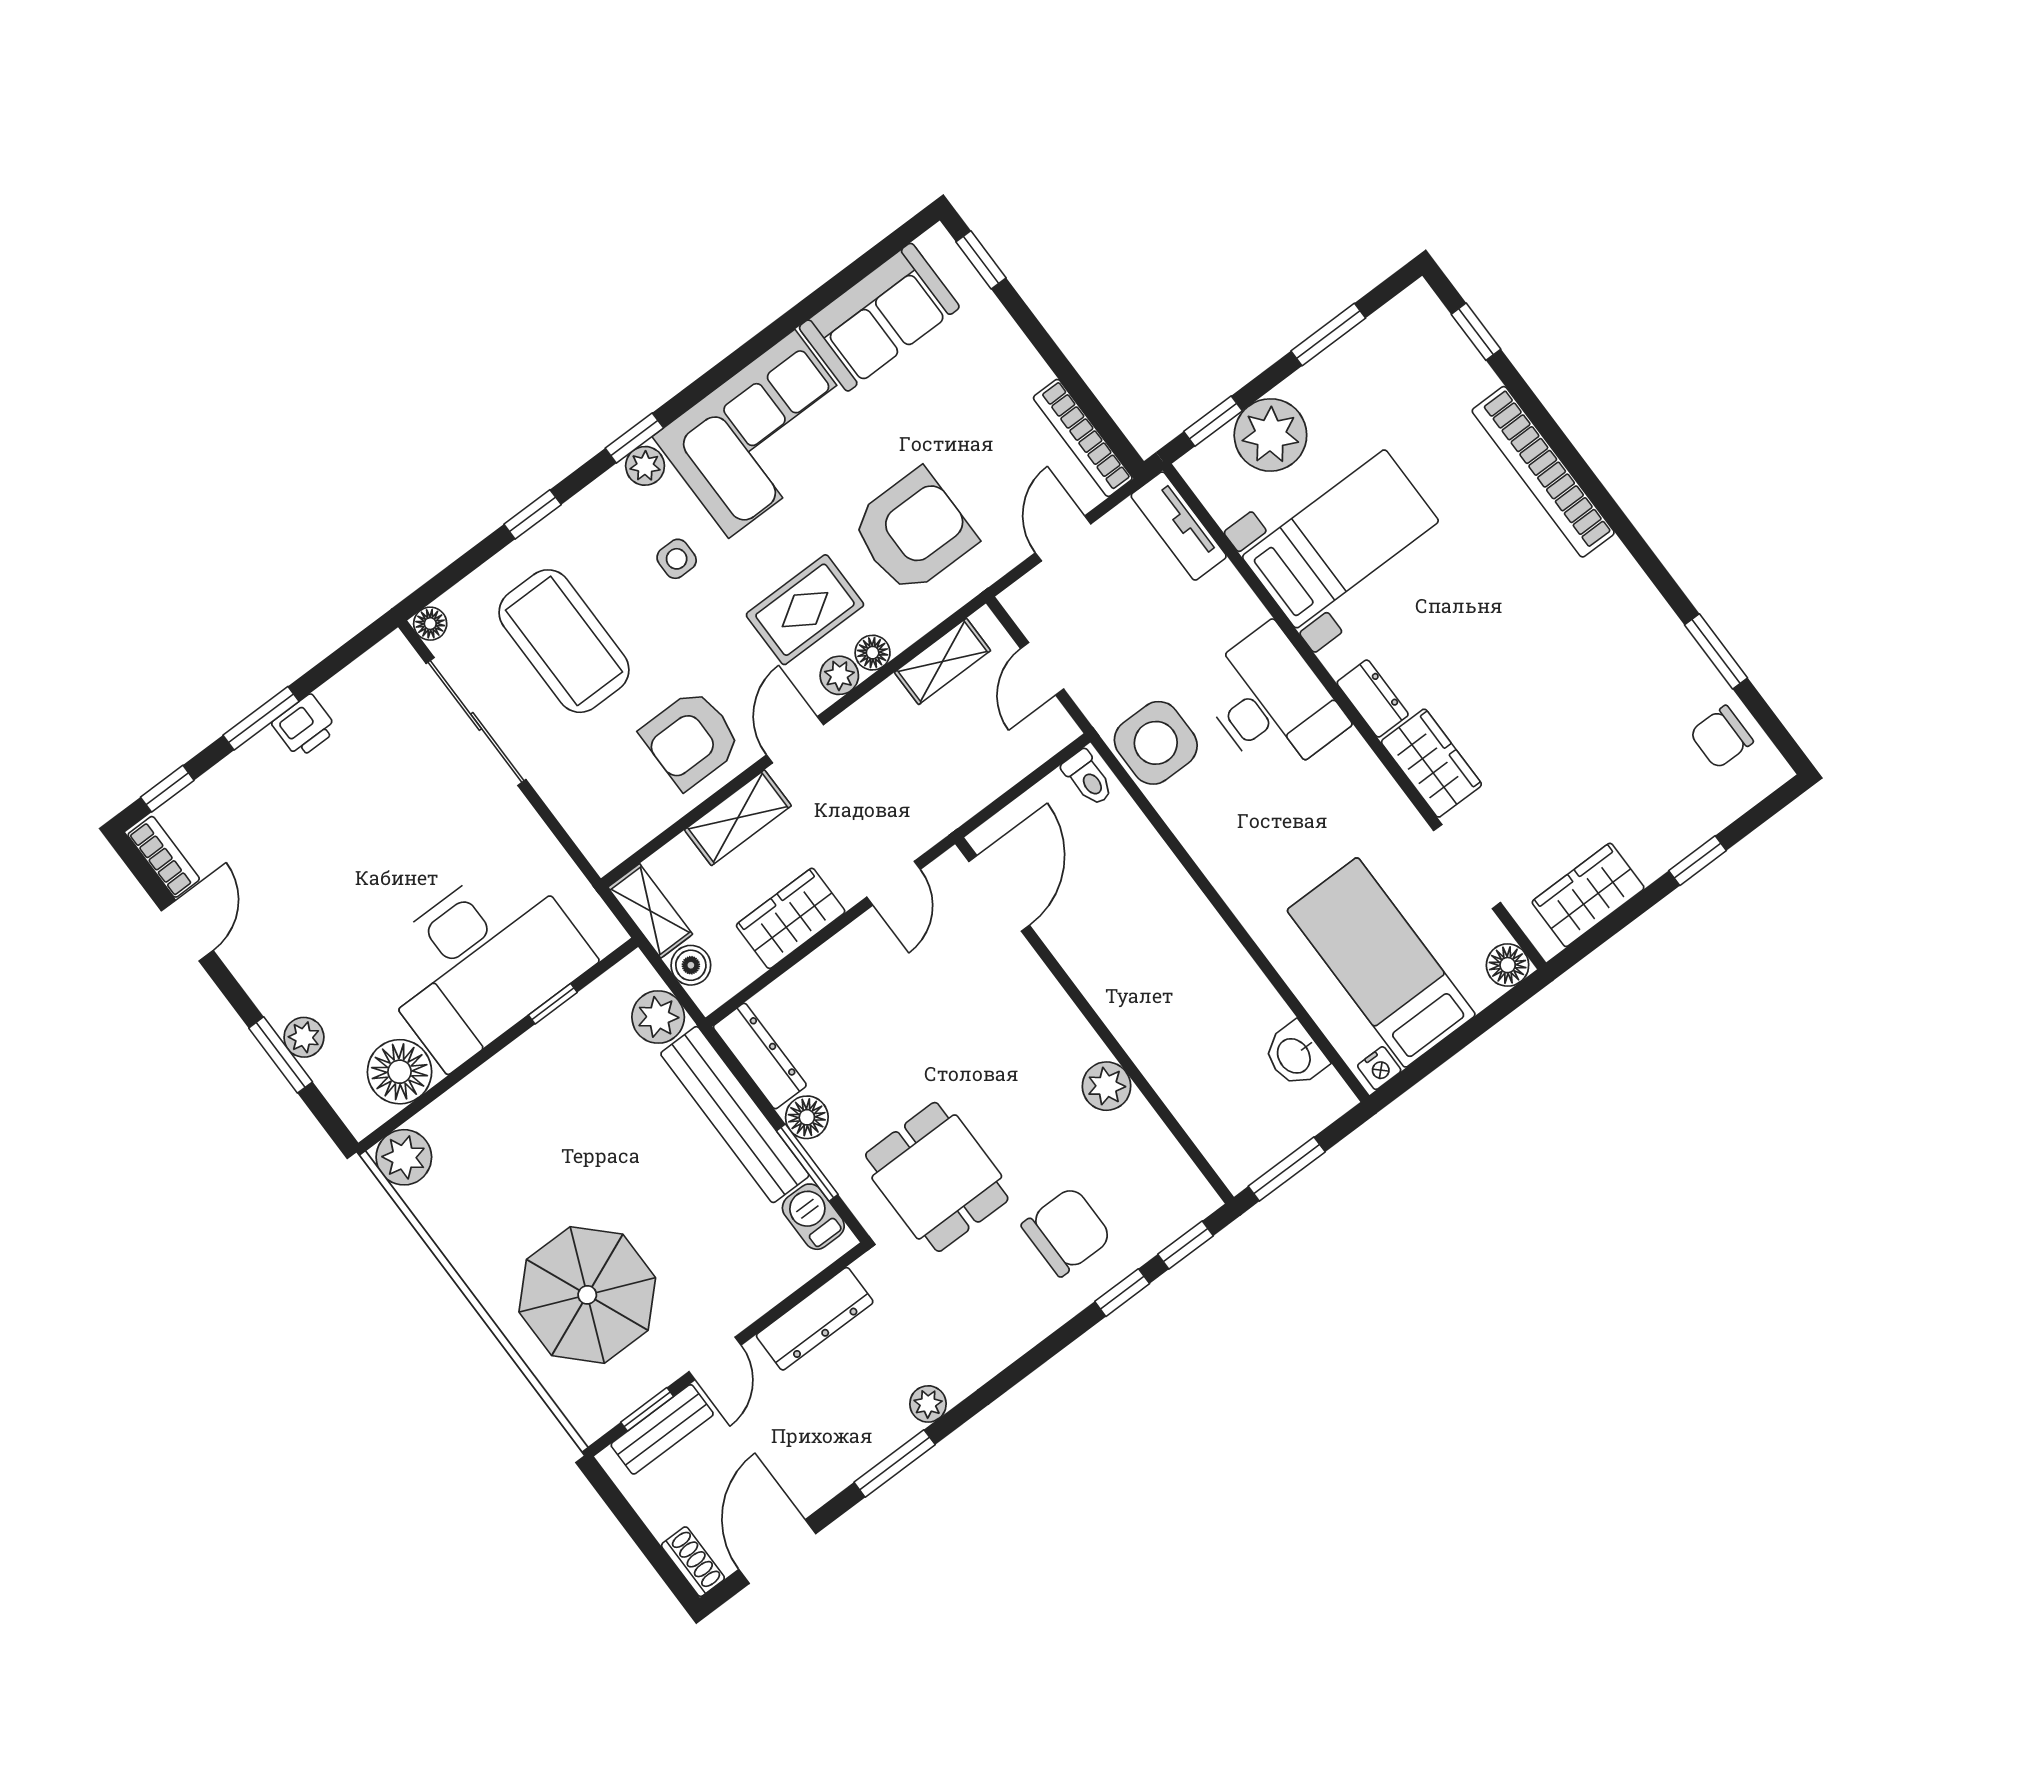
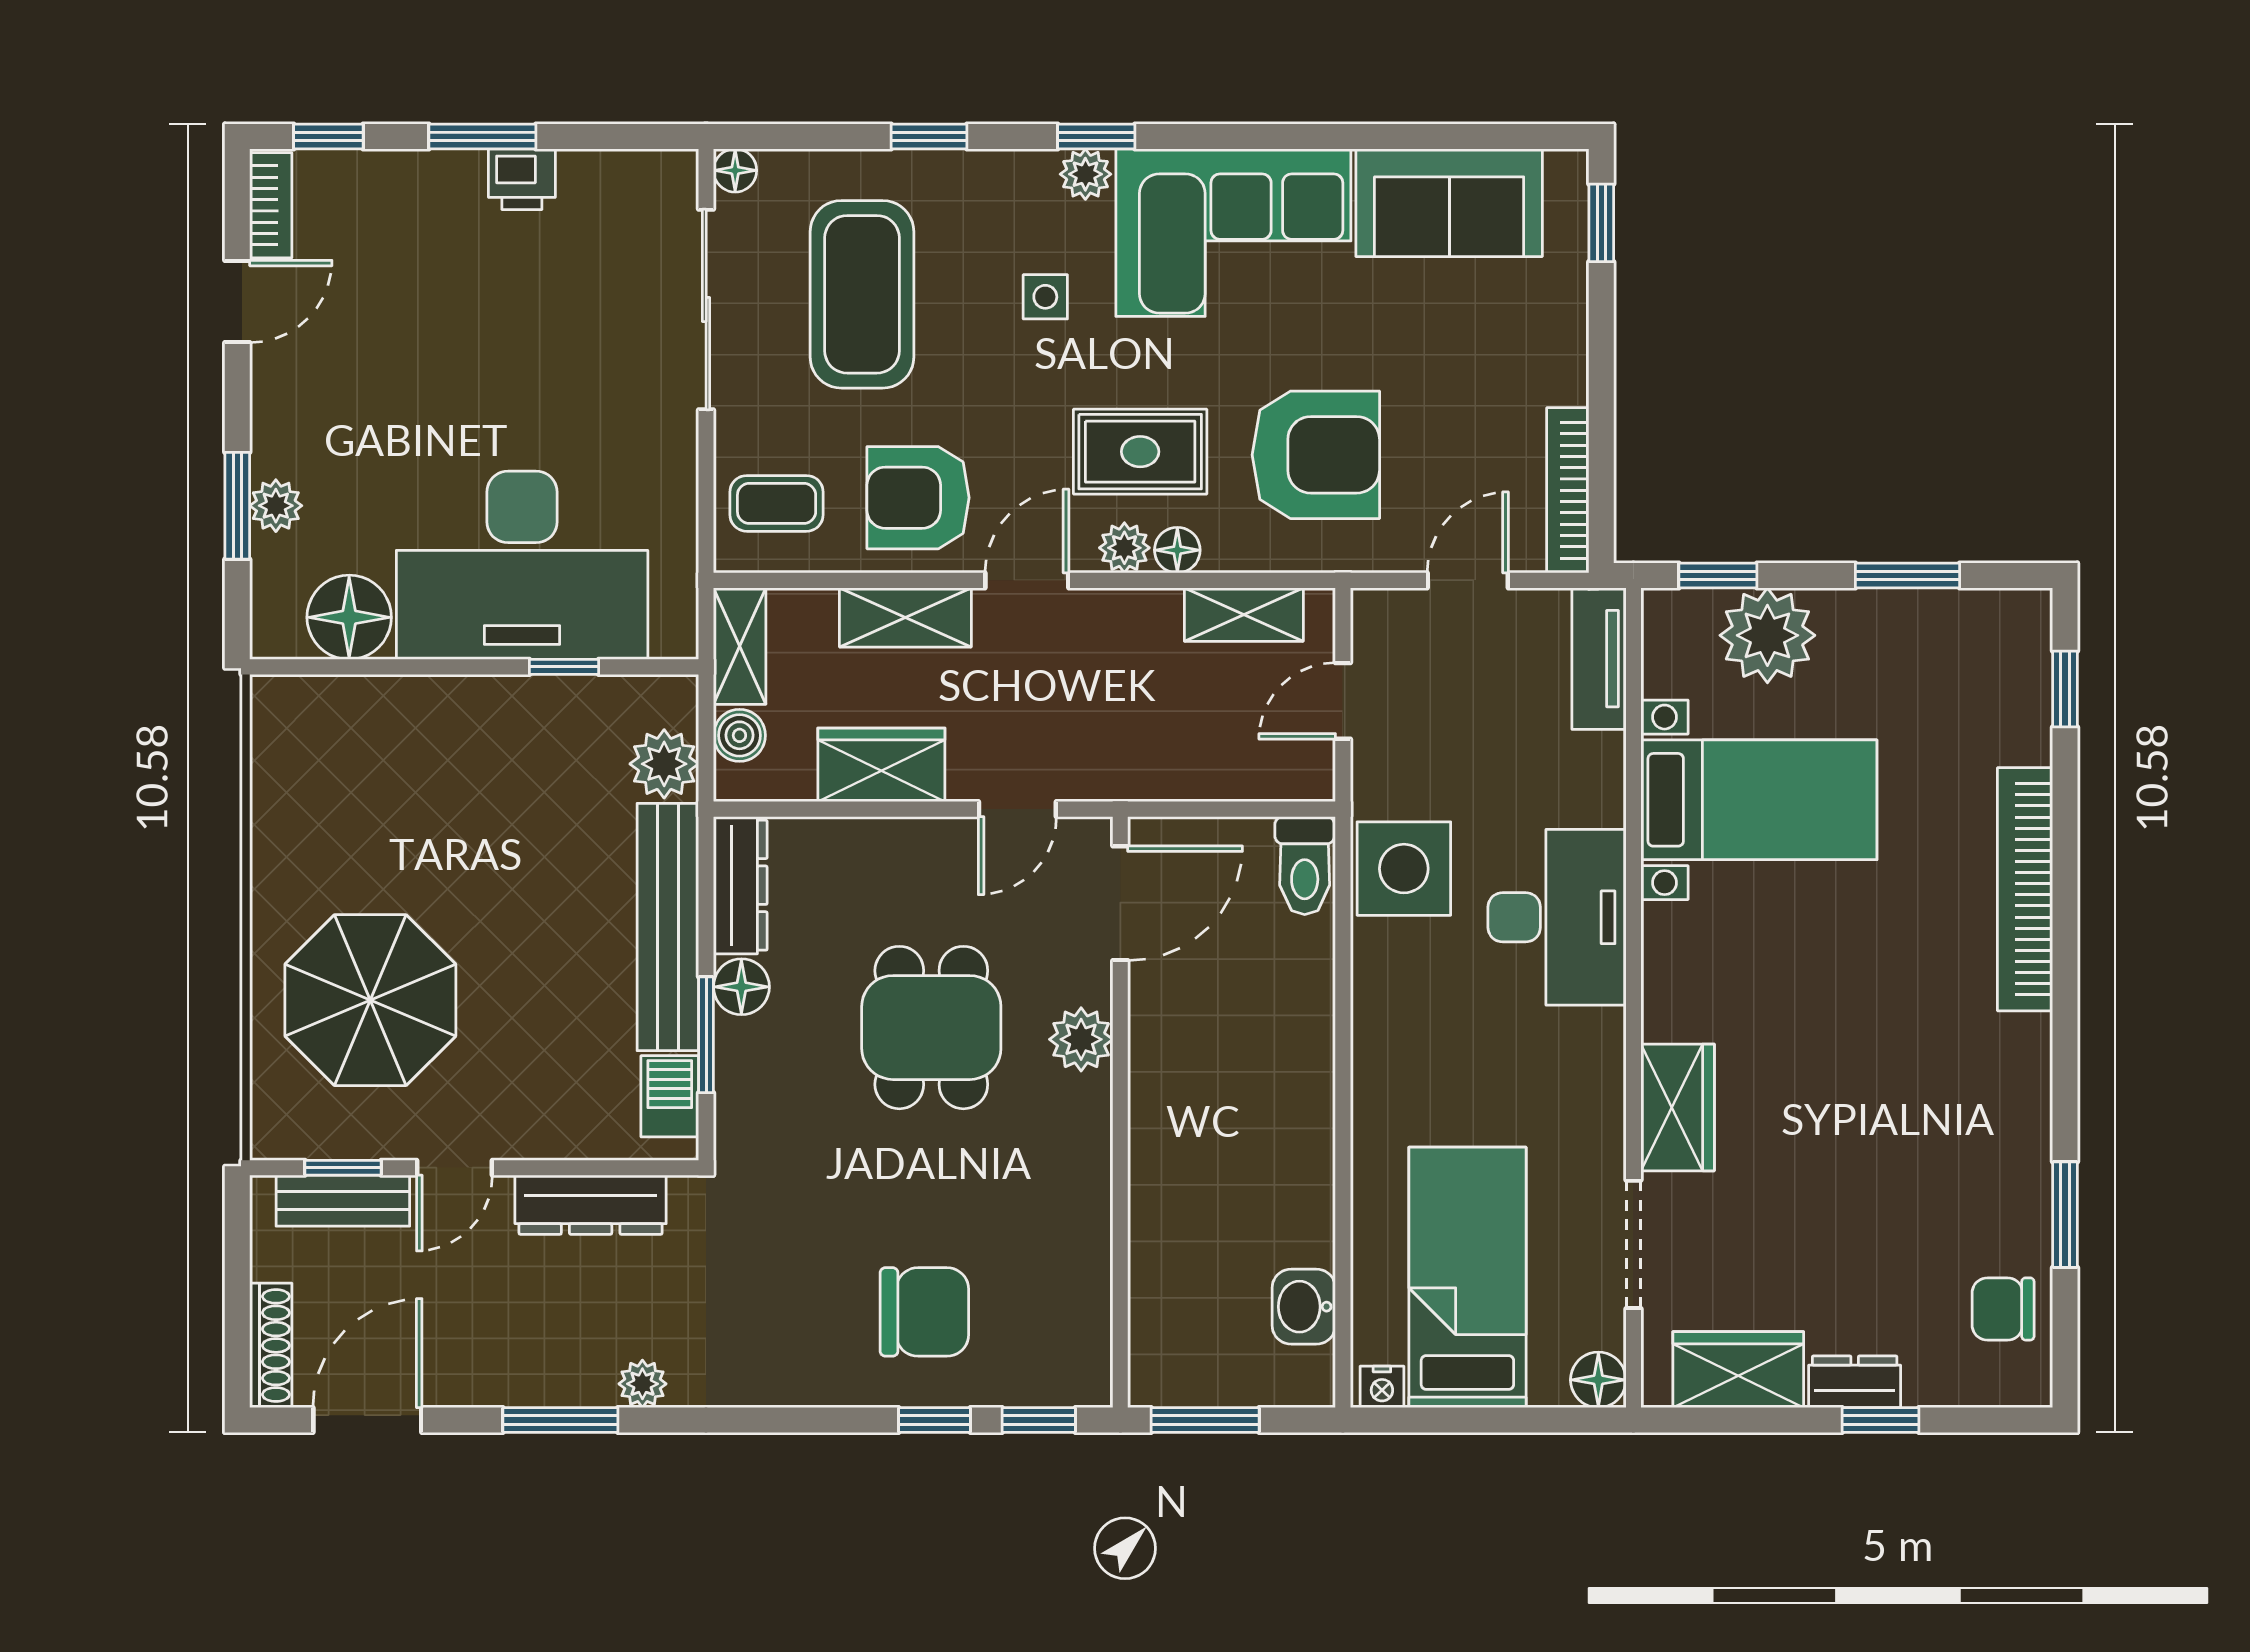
dresser: (1373, 699) -> (1855, 1382), moved, turned -90
toilet: (1088, 778) -> (1305, 866), width x1.37, depth x1.39
coffee table: (607, 807) -> (777, 503), added
plant: (1107, 1086) -> (1081, 1039), moved
plant: (404, 1157) -> (286, 711), removed
dining table: (937, 1177) -> (931, 1028), moved
shoe rack: (693, 1562) -> (271, 1345), width x1.43

